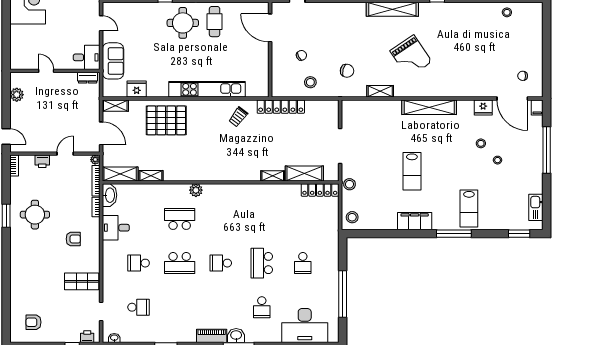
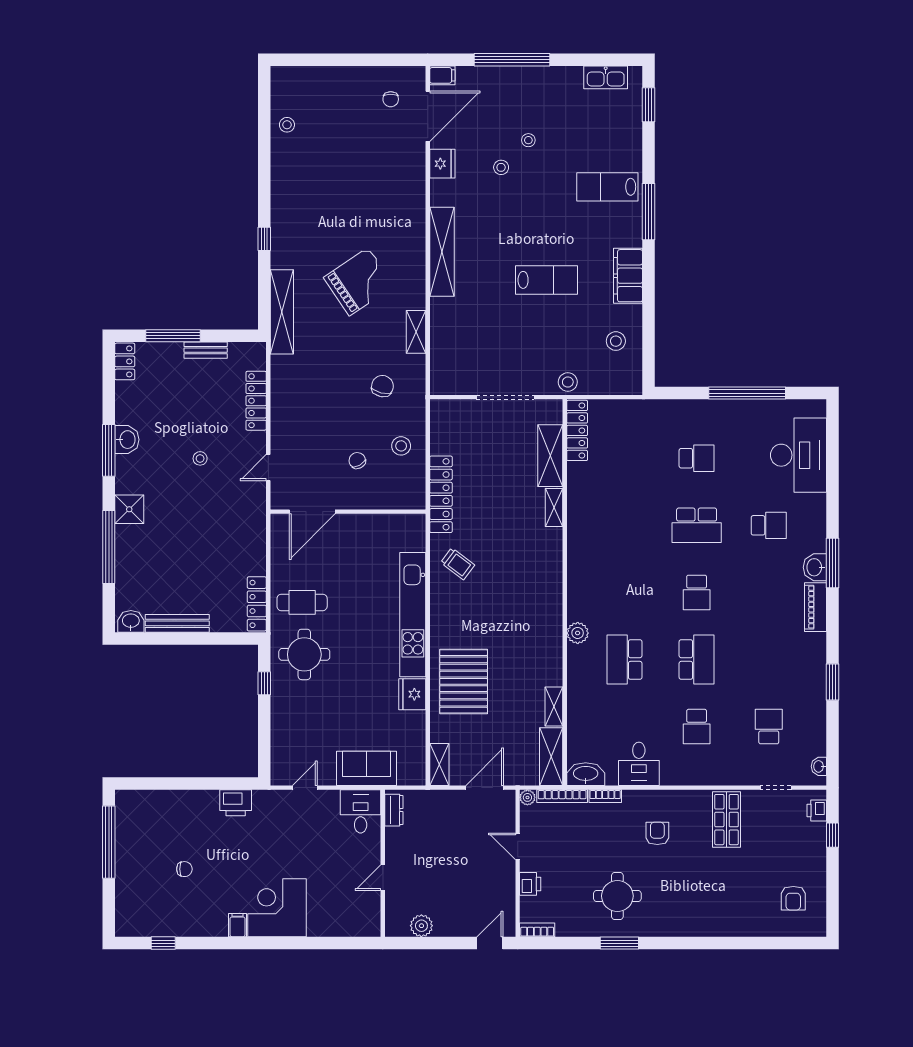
fridge: (137, 89) -> (412, 694), moved
lab bench: (469, 209) -> (607, 187), turned 180
stool: (352, 217) -> (616, 341), moved

